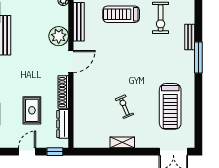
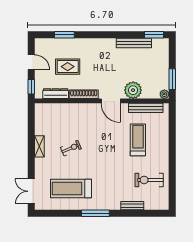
treadmill: (121, 14) -> (138, 140), moved
window: (198, 58) -> (95, 213), moved

